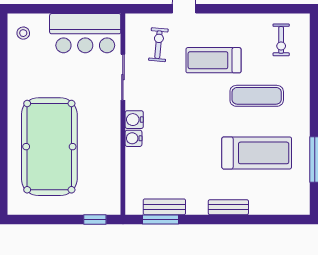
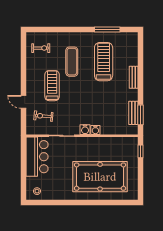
treadmill: (213, 60) -> (52, 86), turned 180

